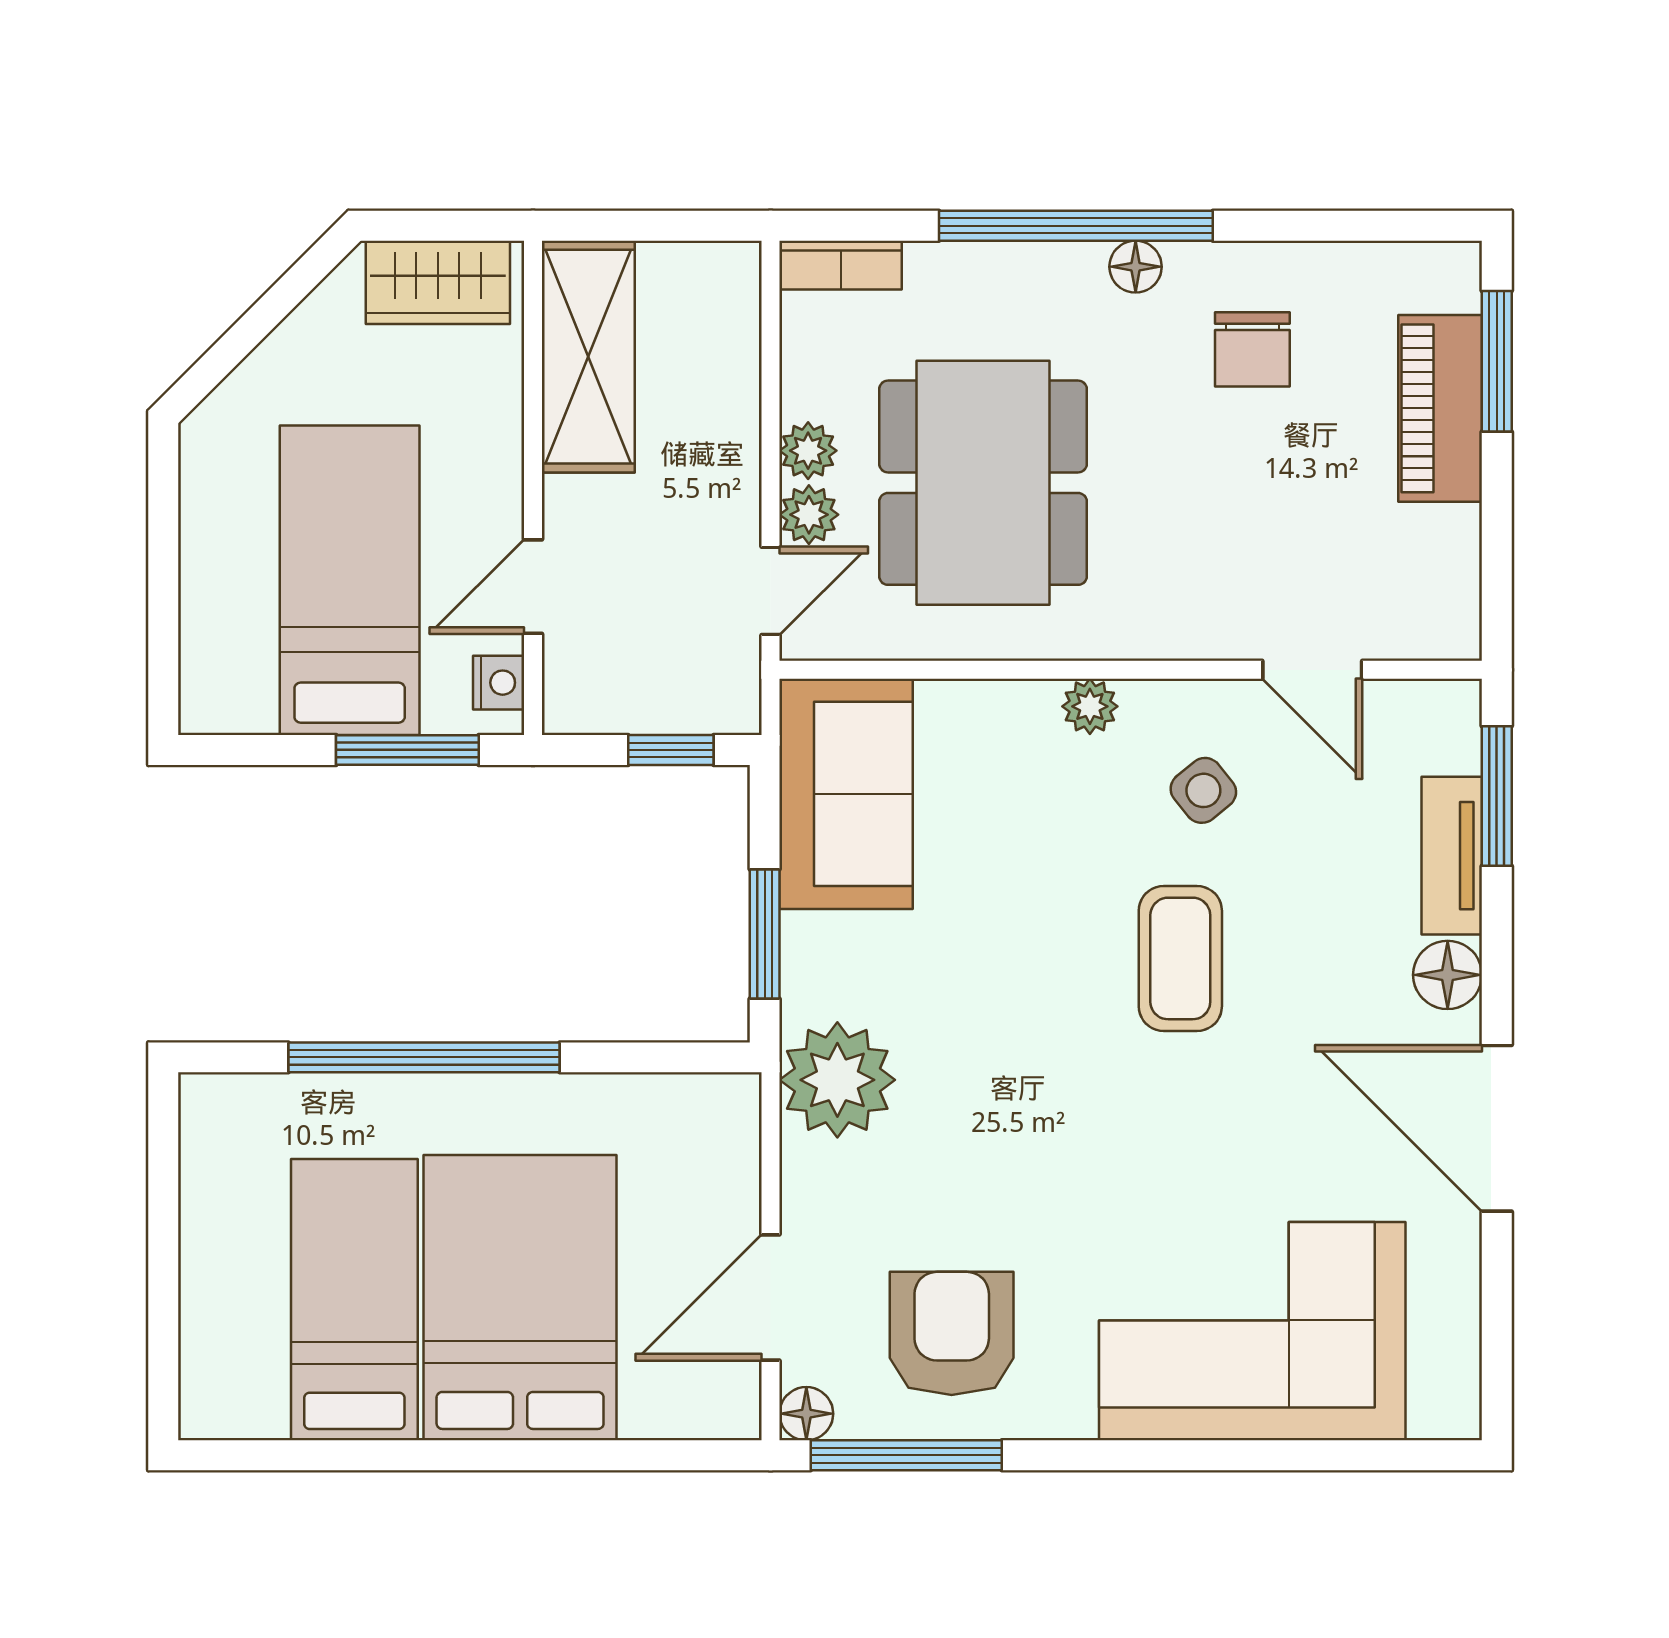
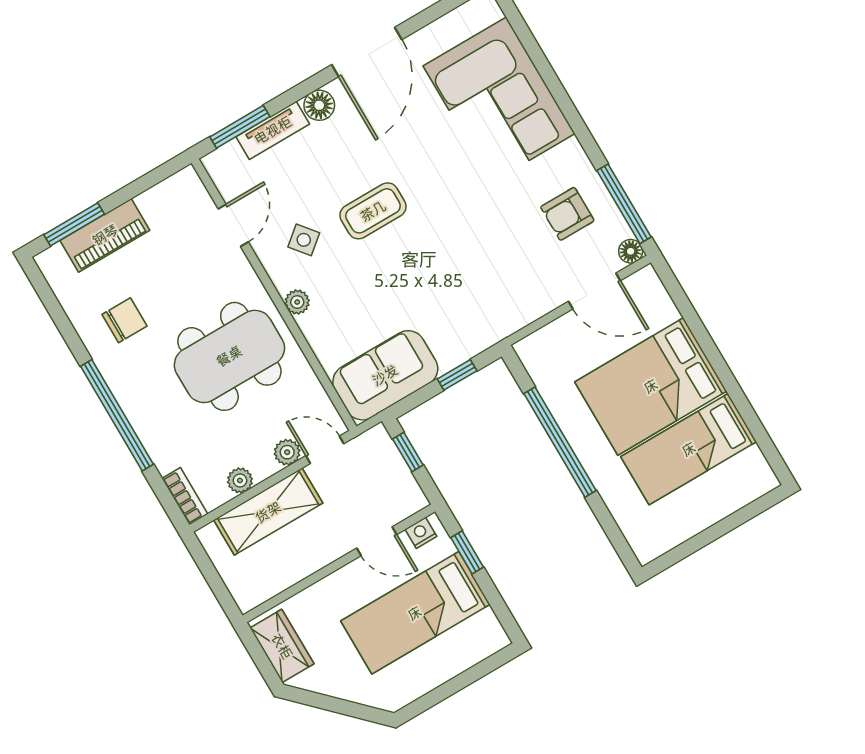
floor lamp: (1136, 267) -> (119, 383), removed
shelving: (588, 357) -> (268, 512), moved
plant: (808, 451) -> (240, 480), moved
dining table: (983, 483) -> (229, 356), moved
window: (407, 750) -> (467, 552), width x0.67
window: (765, 934) -> (457, 375), width x0.67
window: (424, 1057) -> (560, 442), moved
plant: (837, 1080) -> (496, 314), removed
armchair: (952, 1333) -> (567, 214), width x0.72, depth x0.72

